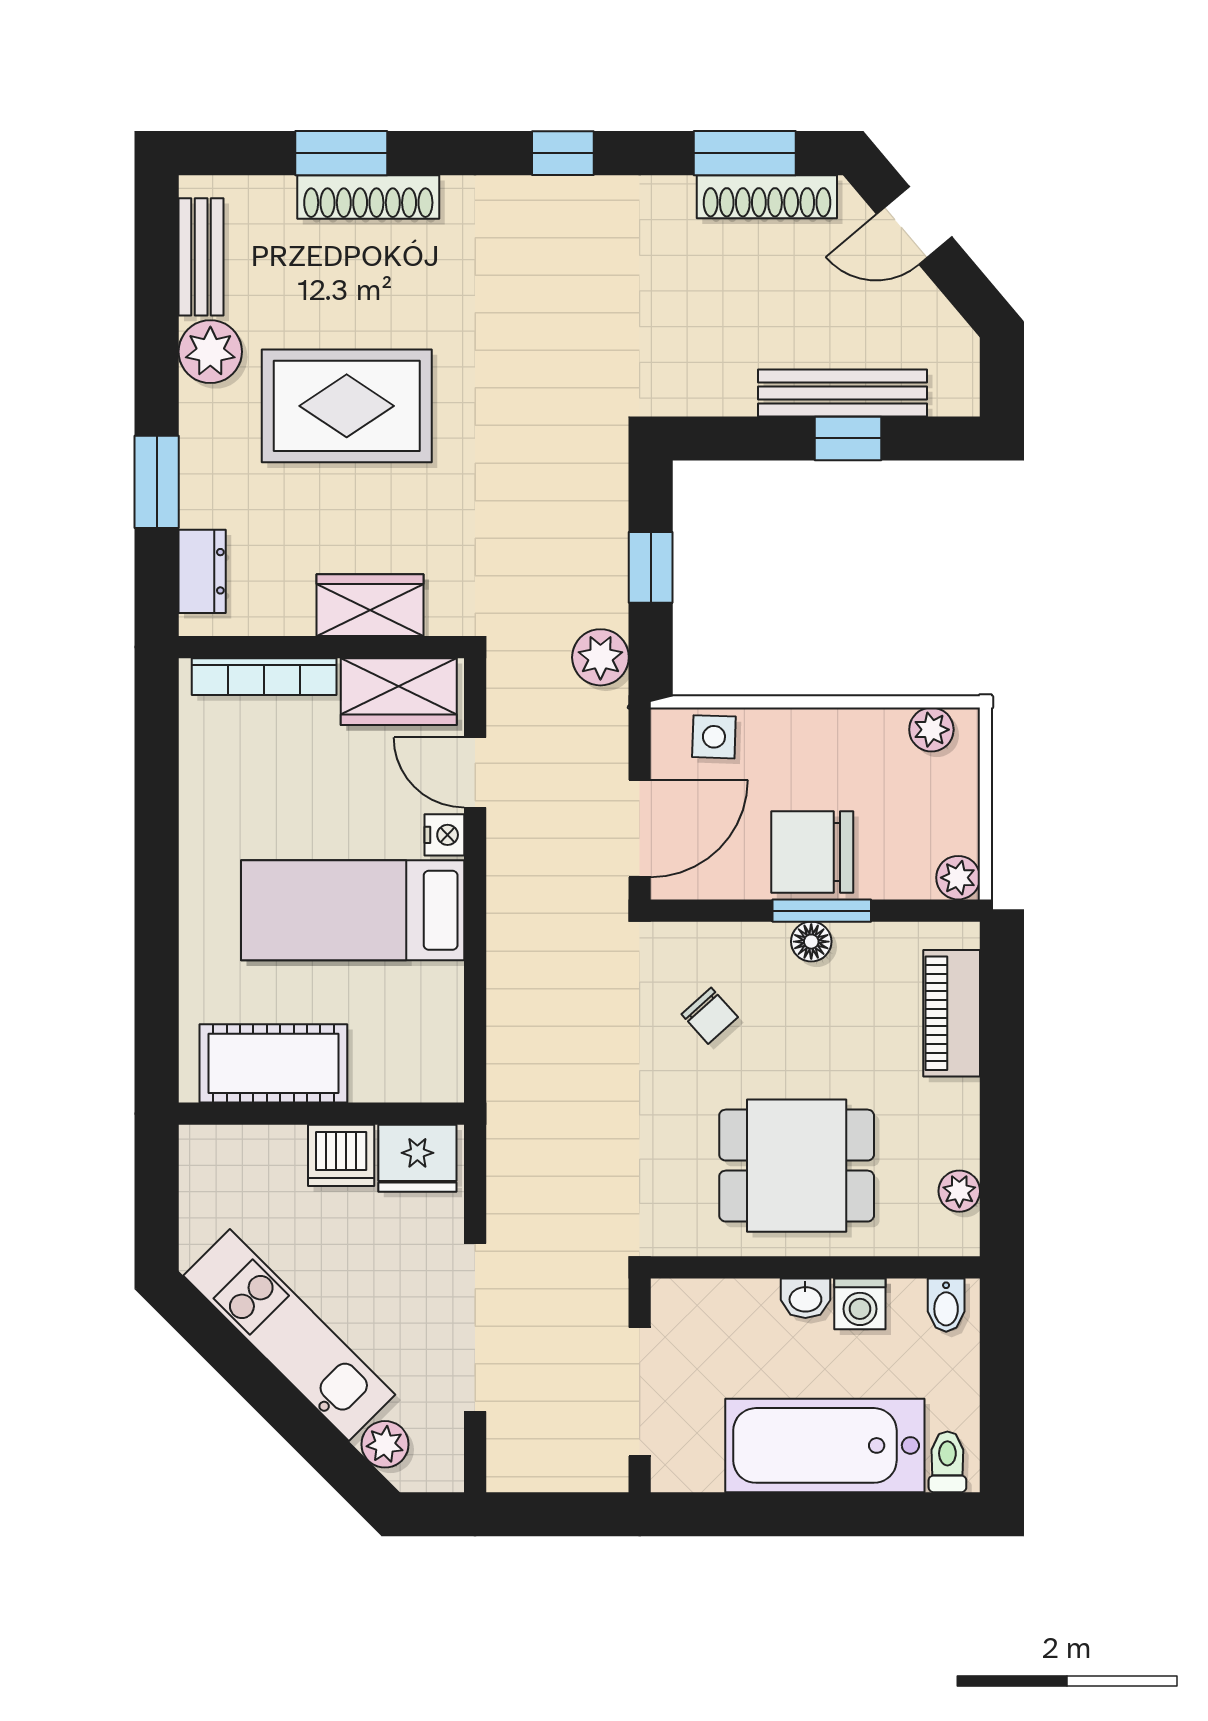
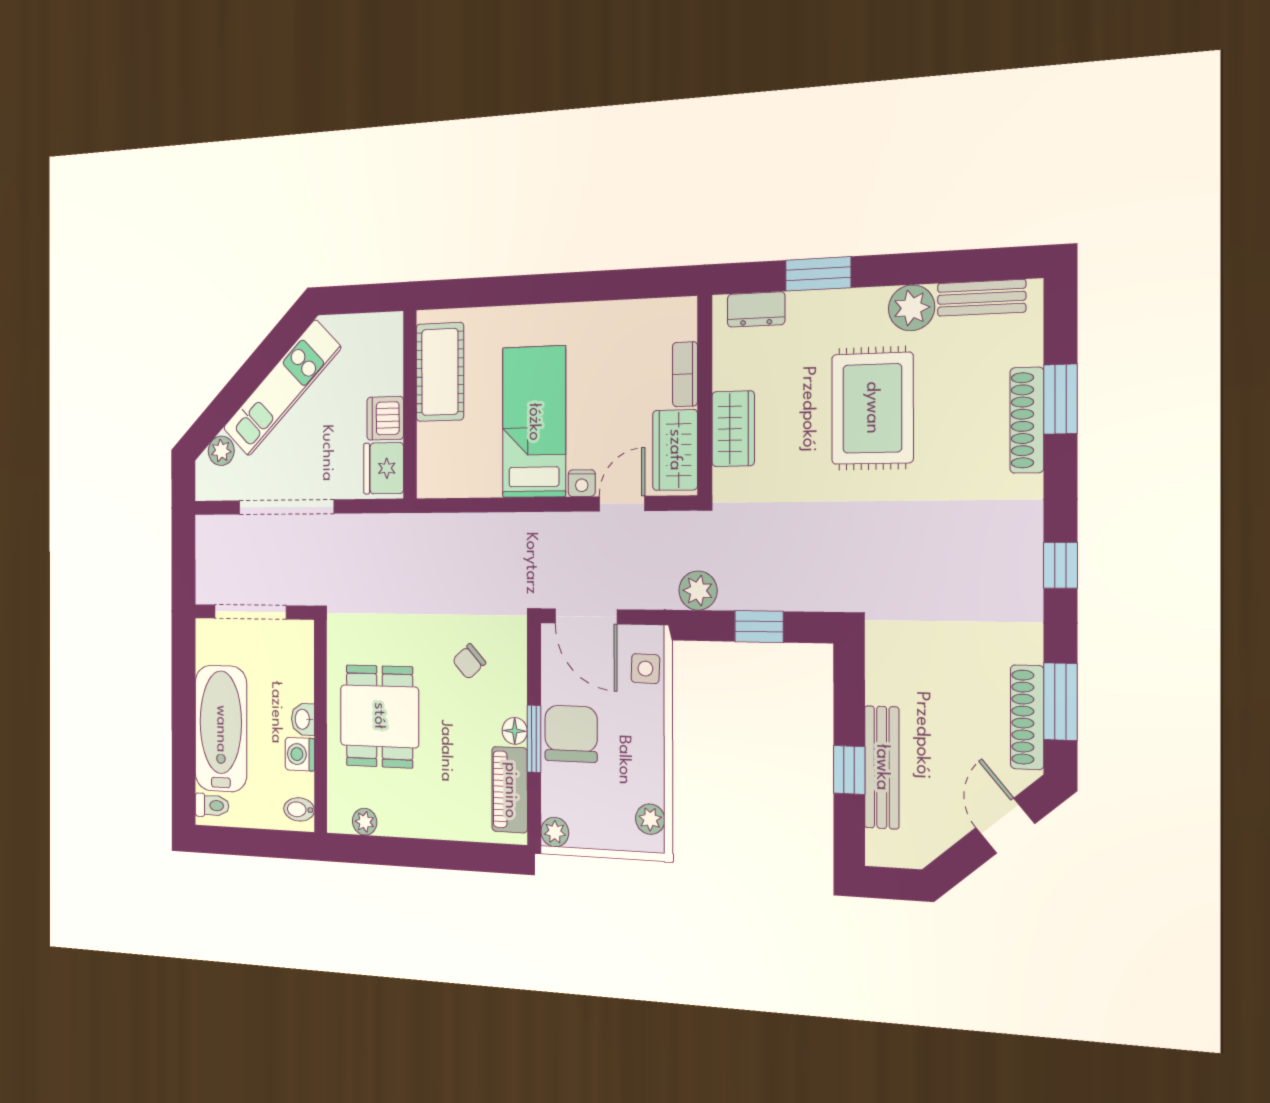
bookcase: (264, 677) -> (685, 374), width x0.64
piano: (952, 1013) -> (510, 790), moved, turned -90

